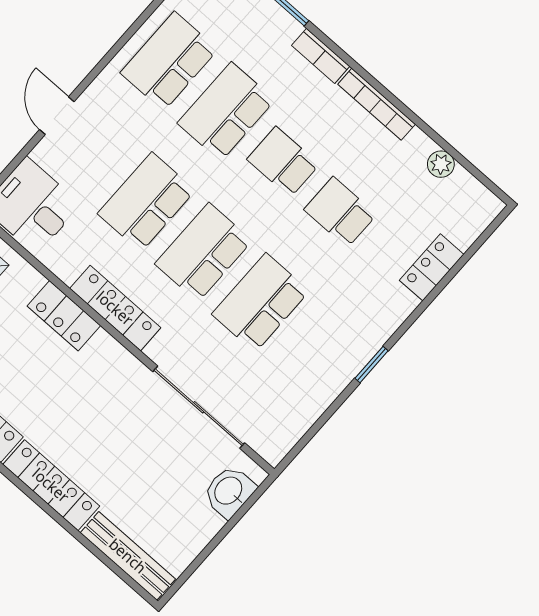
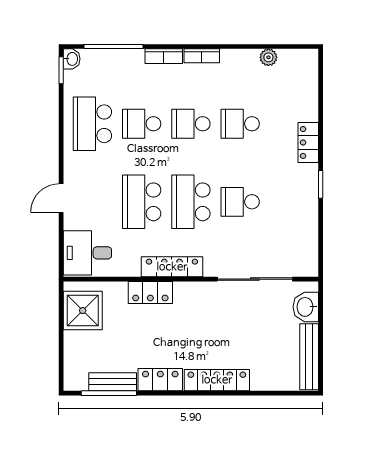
bookcase: (377, 104) -> (202, 56), width x0.64
school desk: (226, 112) -> (142, 124), width x0.54
door: (57, 116) -> (61, 198), hinge flipped
locker: (432, 267) -> (308, 142), moved
school desk: (260, 303) -> (240, 202), width x0.54
bench: (128, 556) -> (309, 357), moved, turned 90

